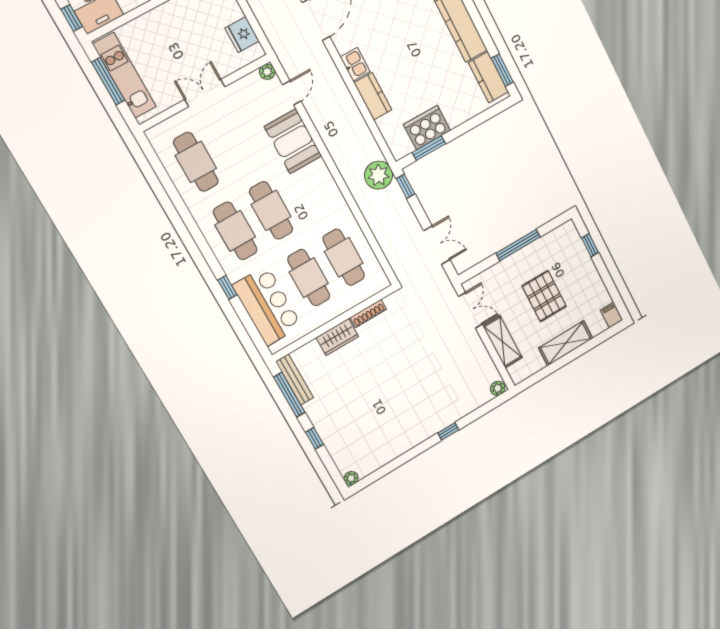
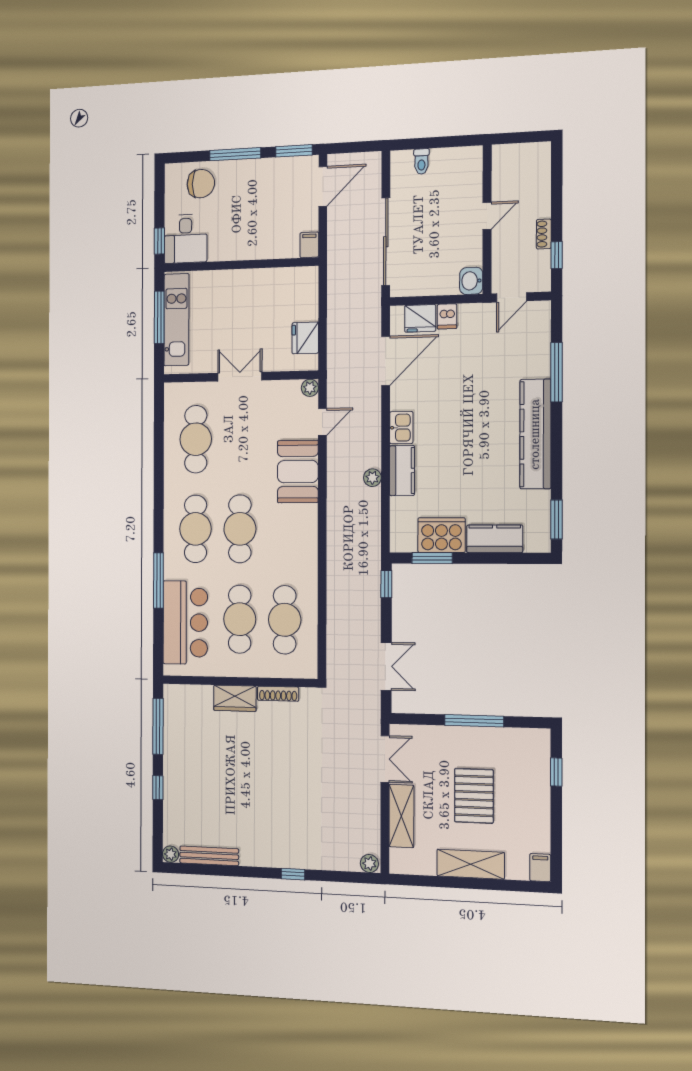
kitchen counter: (488, 77) -> (495, 539), moved, turned 90
plant: (379, 175) -> (372, 478), moved, width x0.53, depth x0.53
window: (227, 287) -> (158, 580), width x2.17
bench: (295, 380) -> (209, 856), moved, turned 90

